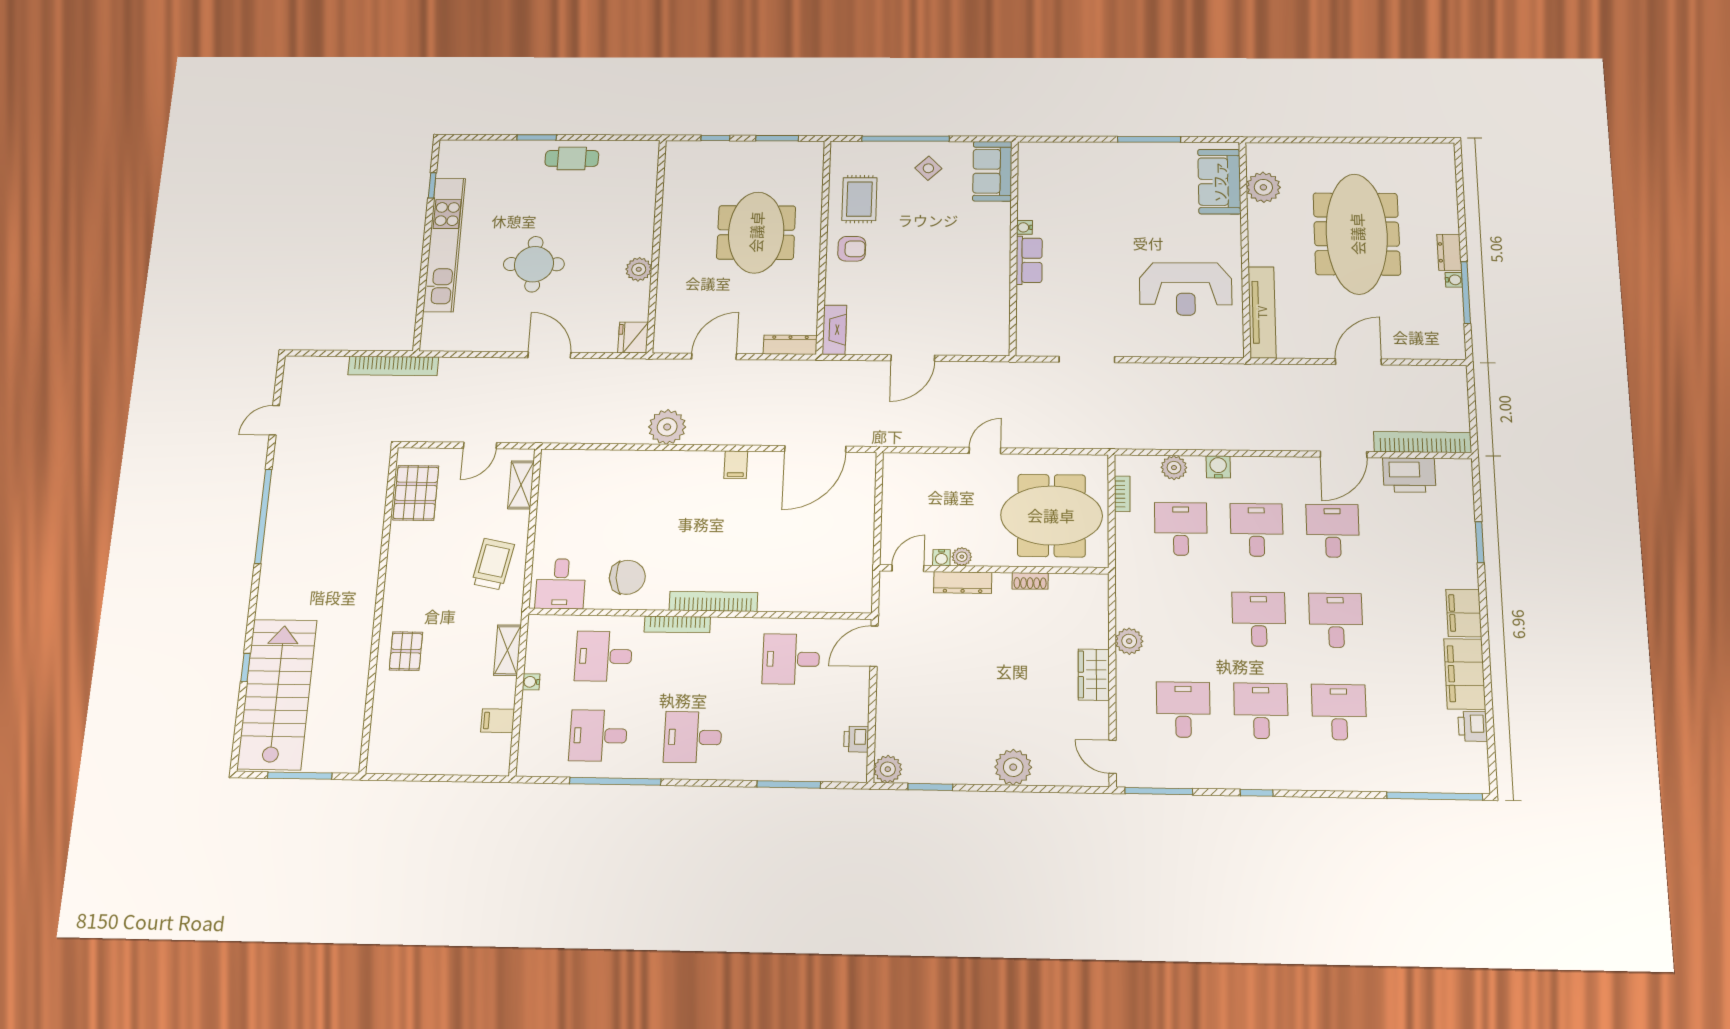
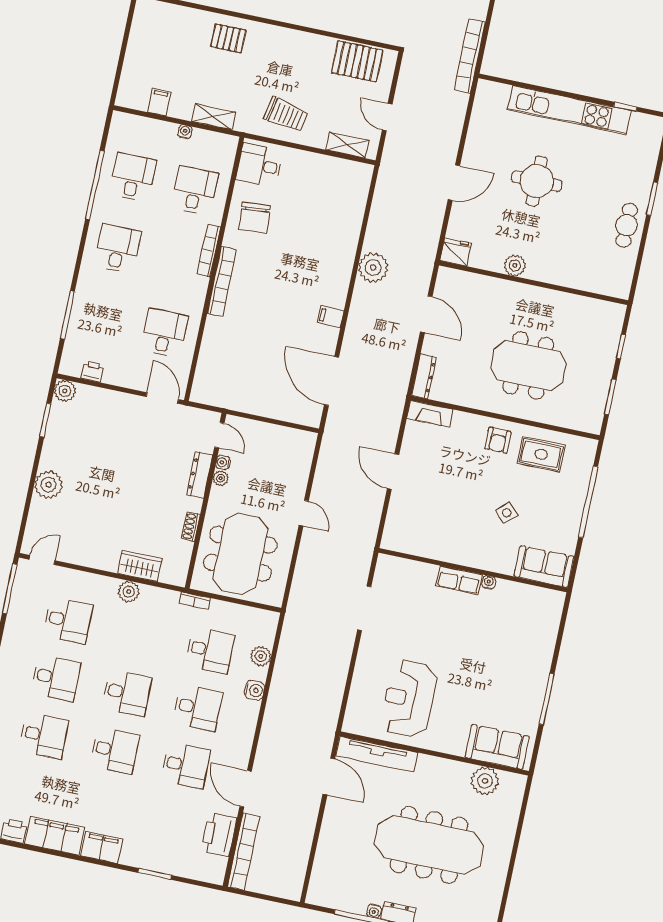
side table: (928, 168) -> (507, 513), moved
door: (1358, 362) -> (329, 777), moved
bookcase: (1122, 494) -> (195, 601), moved
wardrobe: (1094, 675) -> (140, 566), moved

